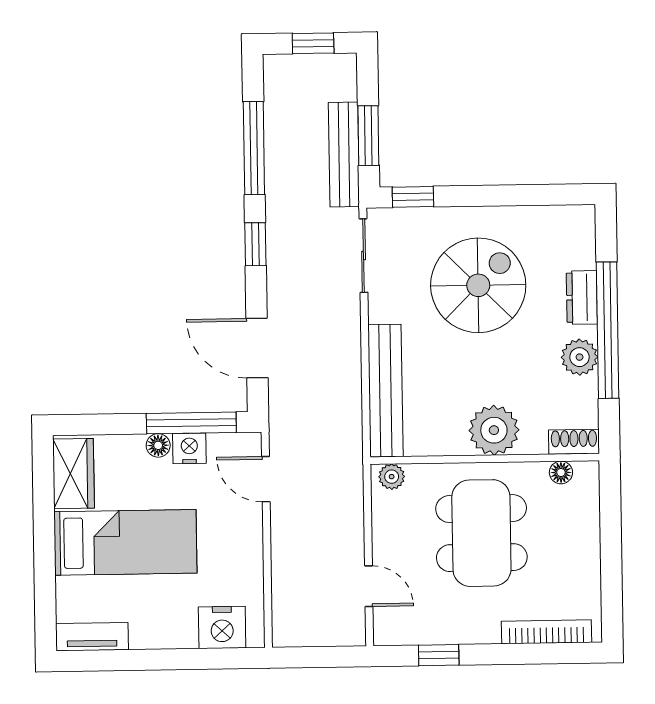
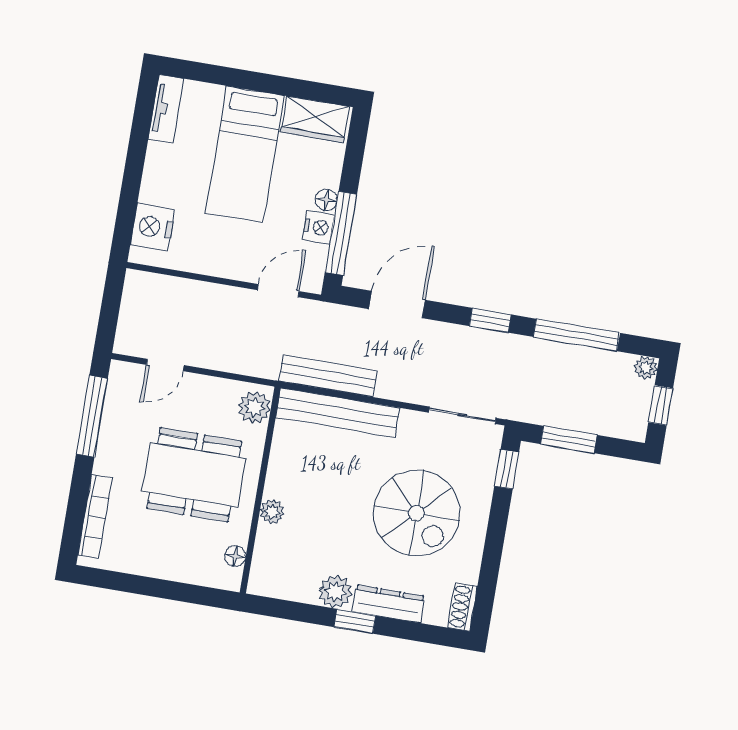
plant: (275, 67) -> (646, 368), added
bench: (344, 155) -> (328, 376), moved
dresser: (582, 297) -> (388, 604), width x1.44
window: (608, 330) -> (355, 621), width x0.32
plant: (494, 430) -> (272, 512), width x0.53, depth x0.53
shoe rack: (574, 442) -> (463, 607), moved, turned 180
plant: (392, 477) -> (254, 407), width x1.38, depth x1.38
window: (439, 655) -> (92, 416), width x2.17

